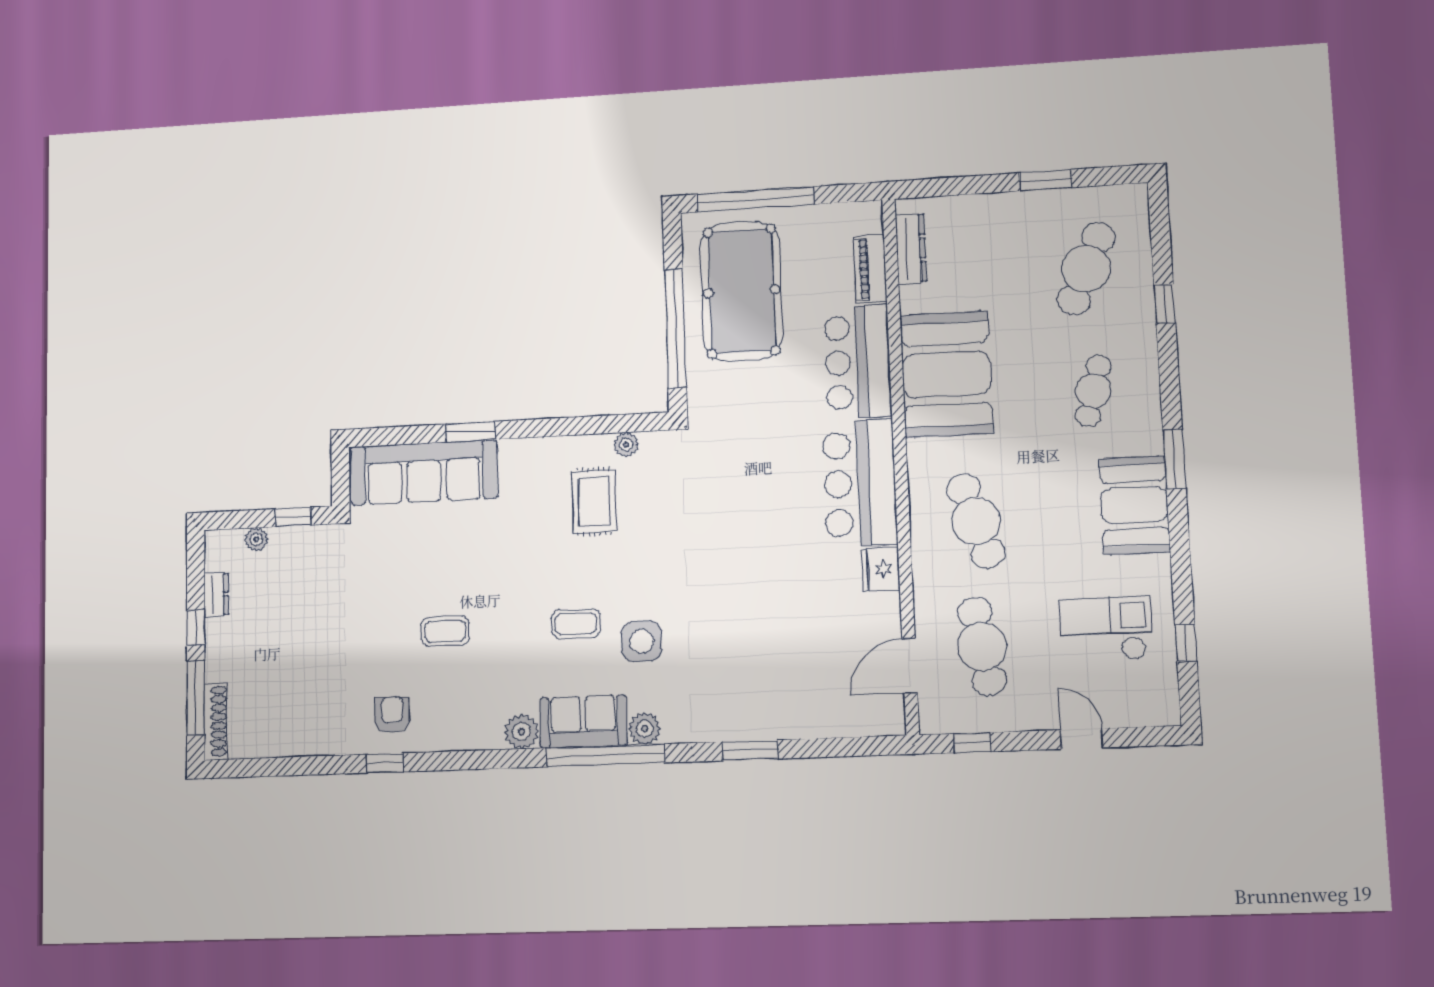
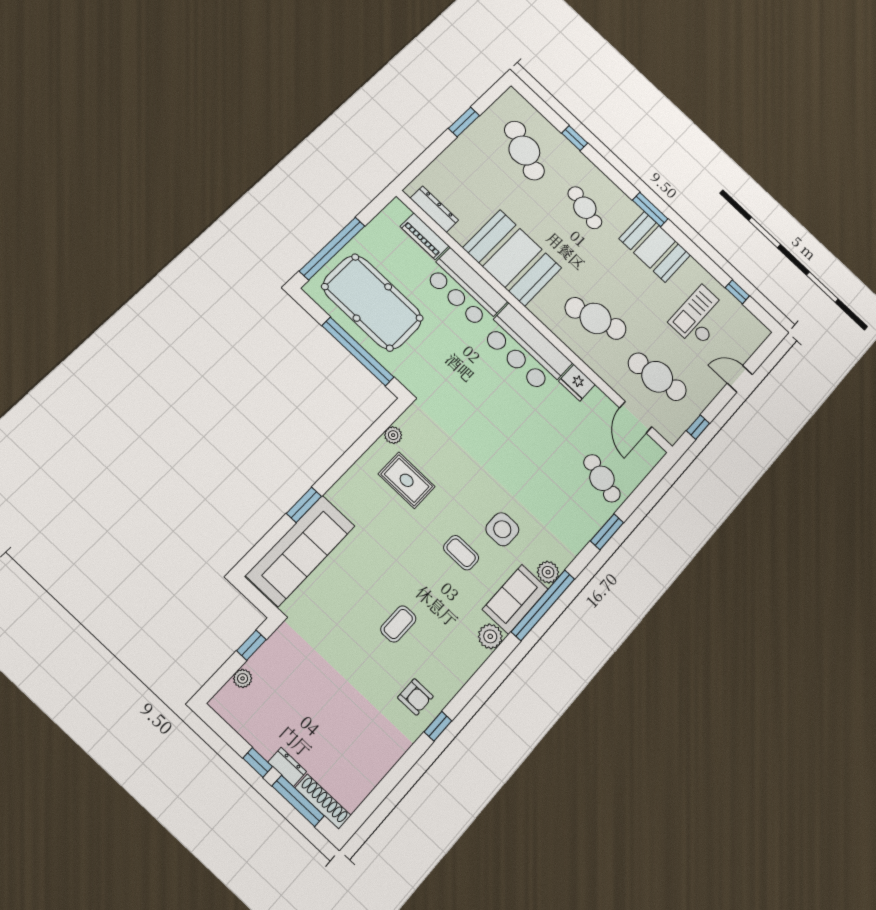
dresser: (216, 594) -> (287, 767), moved
coffee table: (576, 624) -> (461, 553), turned 90
cafe table: (803, 692) -> (602, 478), added
armchair: (392, 715) -> (415, 697), turned 180

